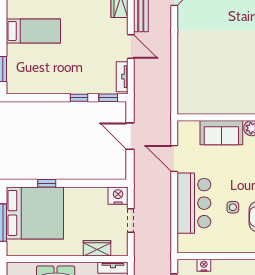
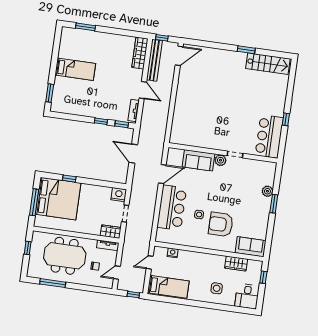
door: (174, 159) -> (162, 174), swing flipped
wardrobe: (97, 248) -> (111, 232), moved

